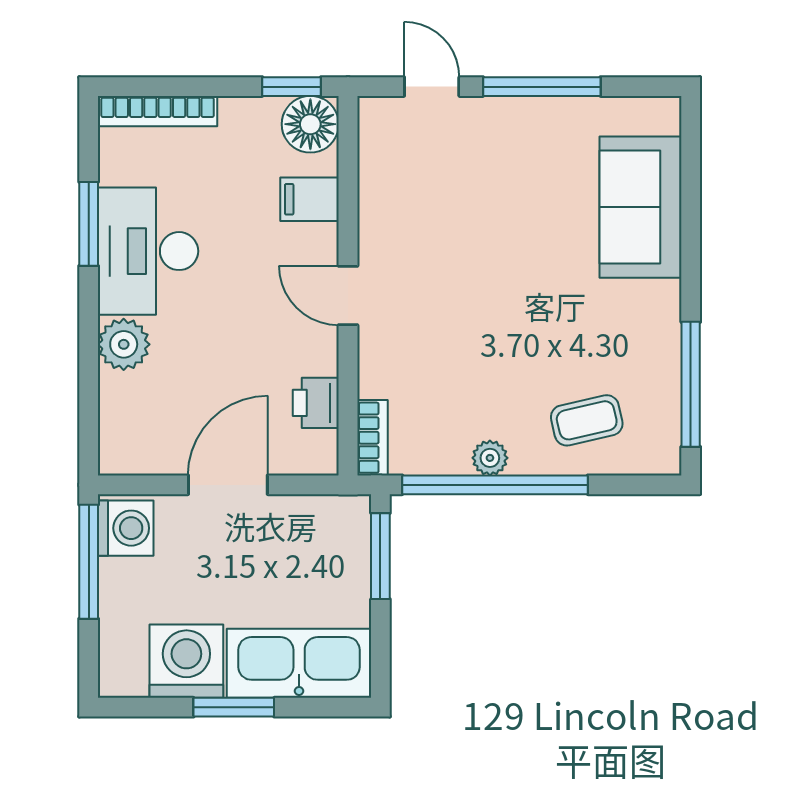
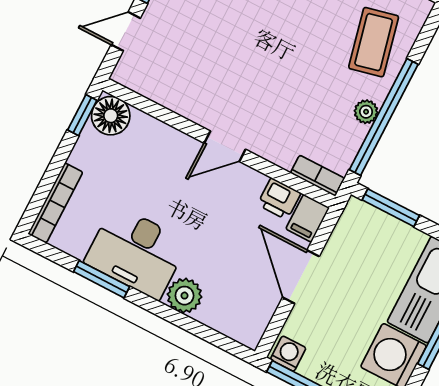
filing cabinet: (310, 199) -> (308, 218), moved
coffee table: (587, 420) -> (374, 42), width x1.36, depth x1.30
washing machine: (126, 528) -> (288, 354), width x0.73, depth x0.73

